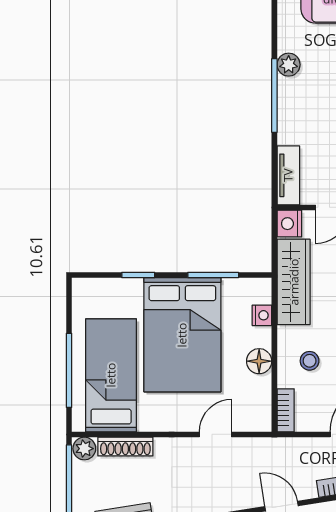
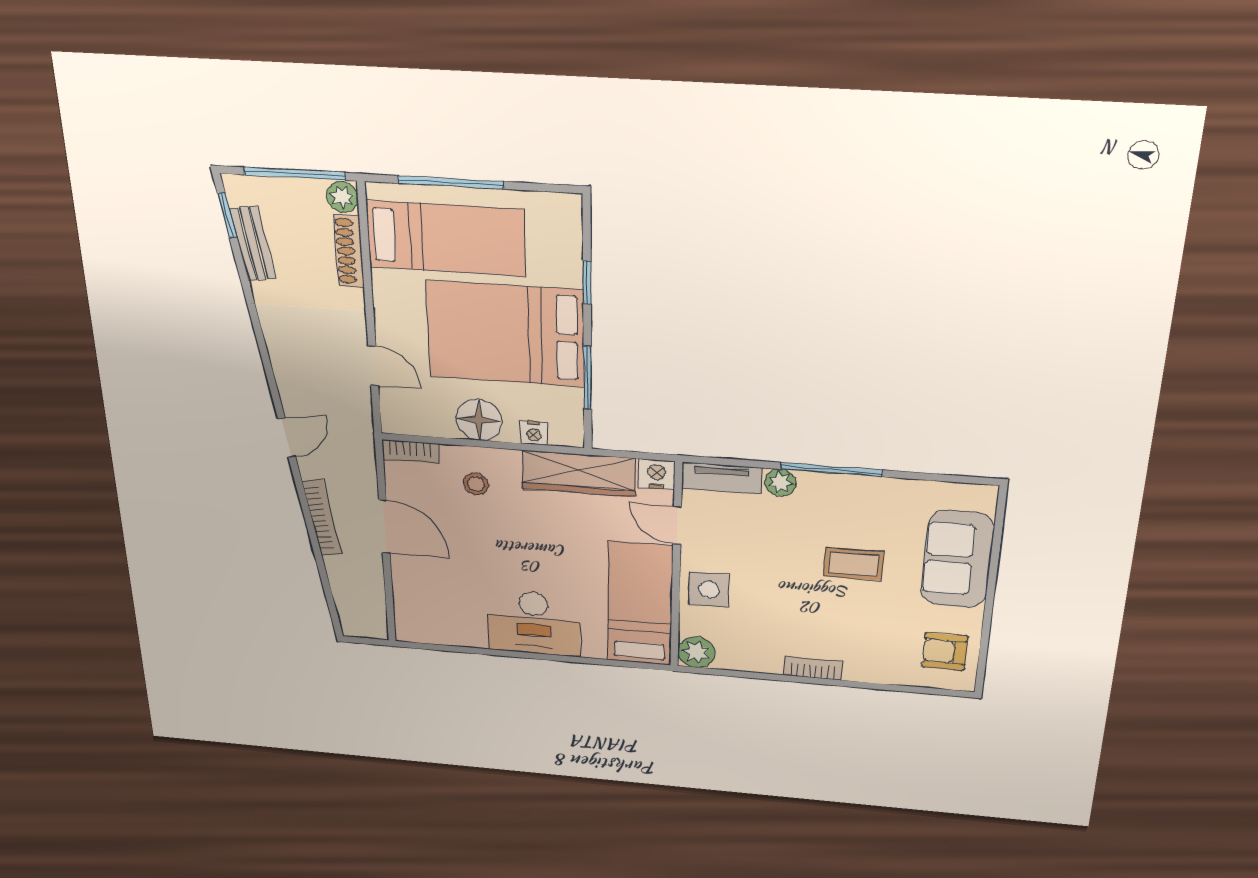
plant: (289, 65) -> (780, 483), moved
floor lamp: (259, 361) -> (479, 420), width x1.38, depth x1.38

